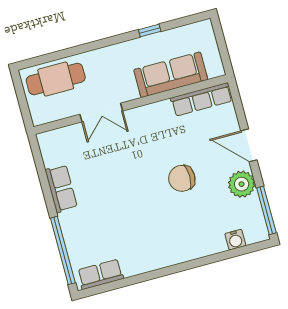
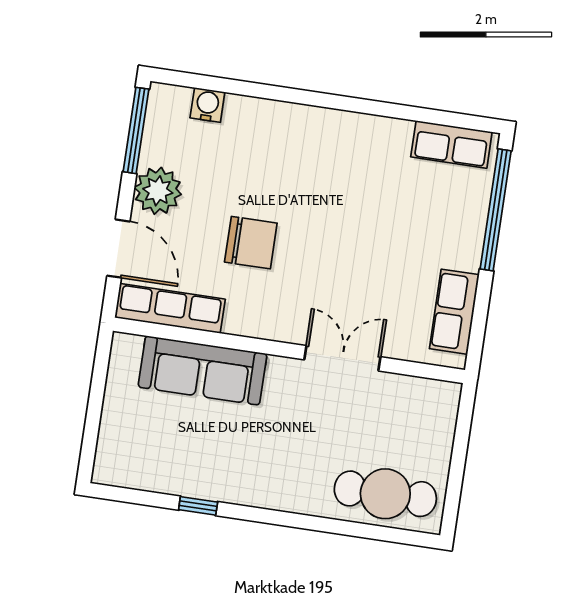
sofa: (171, 75) -> (203, 370), moved
row of seats: (202, 99) -> (170, 308), moved
wall: (131, 105) -> (289, 350), moved
double door: (101, 113) -> (342, 358), moved

